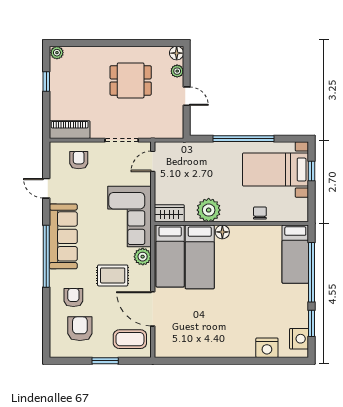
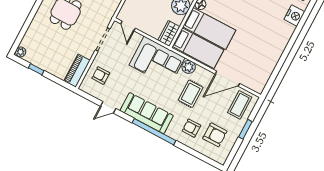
armchair: (80, 329) -> (215, 135), turned 180

